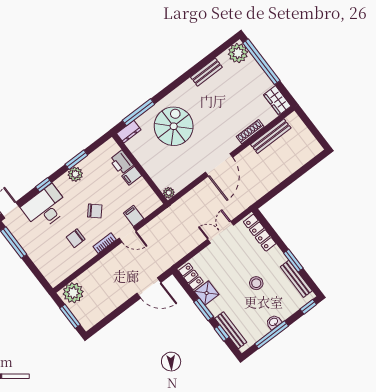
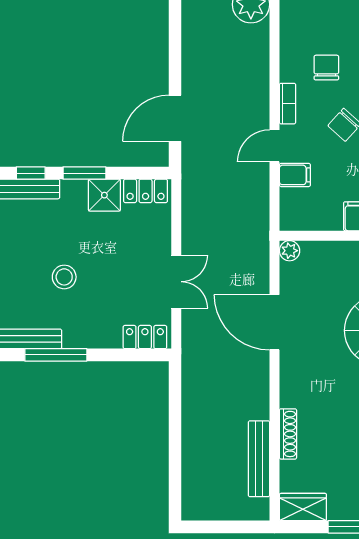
door: (219, 165) -> (274, 322), moved
locker: (260, 233) -> (145, 337), width x0.66
window: (293, 261) -> (56, 355), width x1.44

